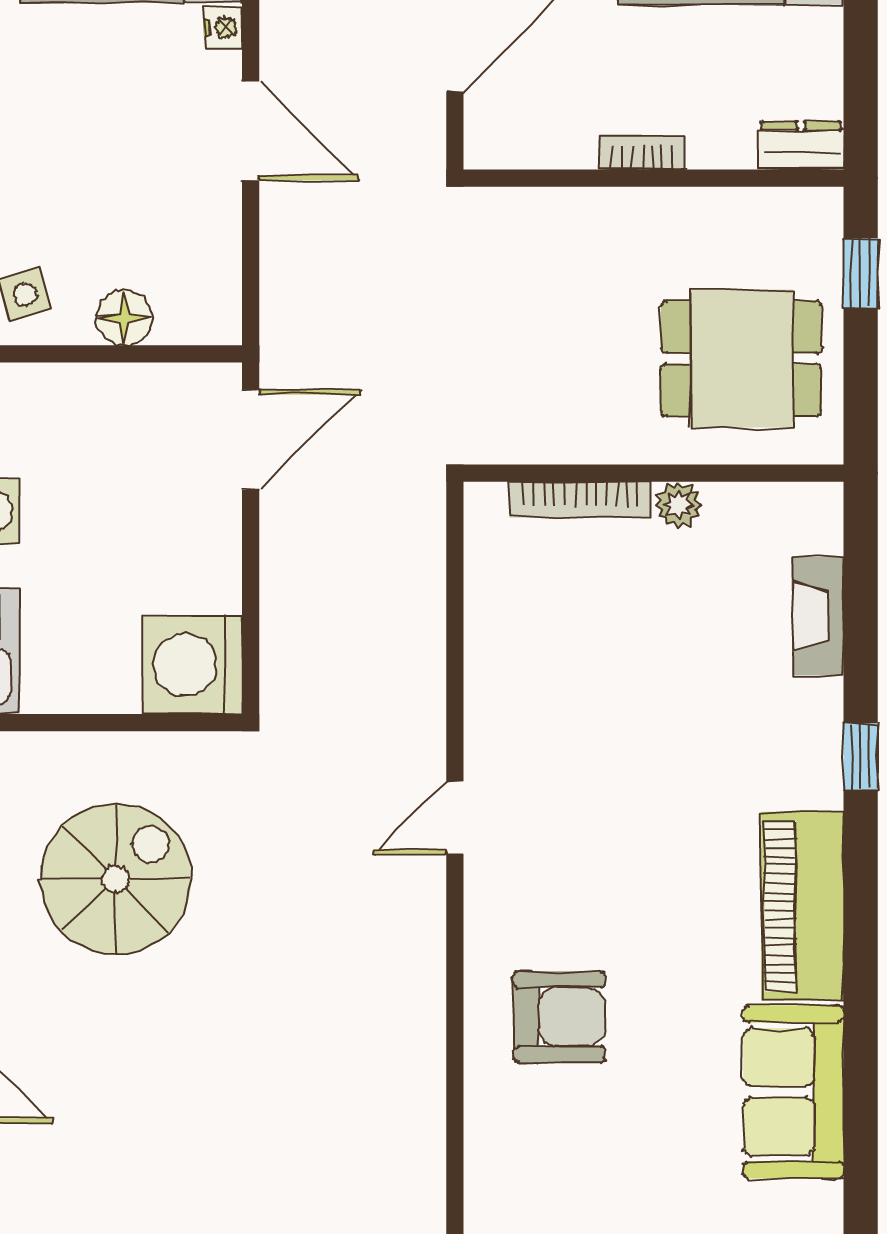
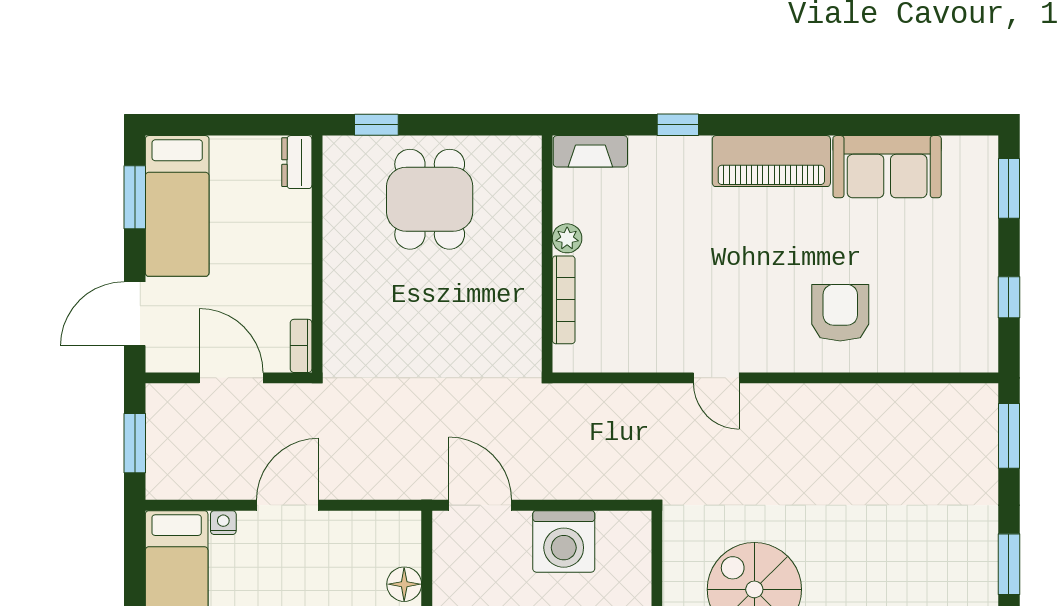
bookcase: (642, 152) -> (301, 346), moved
wall: (653, 473) -> (547, 254), moved
bookcase: (580, 500) -> (564, 300), moved
plant: (679, 505) -> (567, 238), moved
washing machine: (193, 665) -> (564, 541), moved

